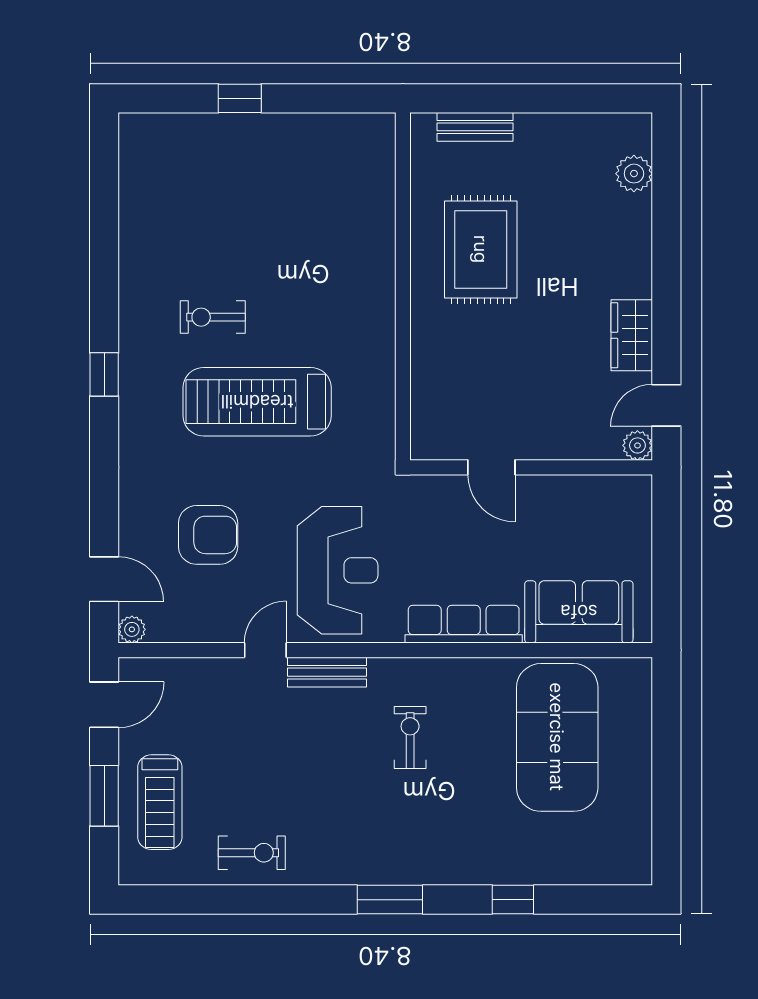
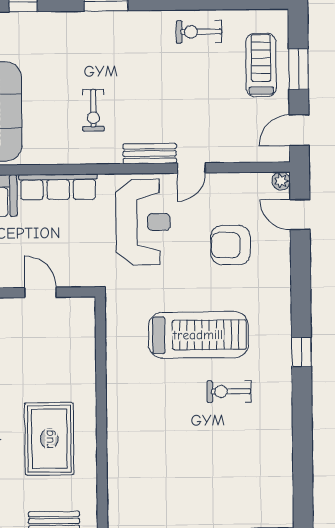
exercise bike: (213, 317) -> (229, 391), turned 180
reception desk: (338, 570) -> (143, 222), turned 180

